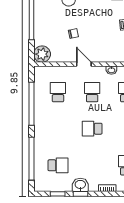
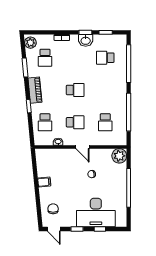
school desk: (92, 92) -> (75, 122), turned -90

